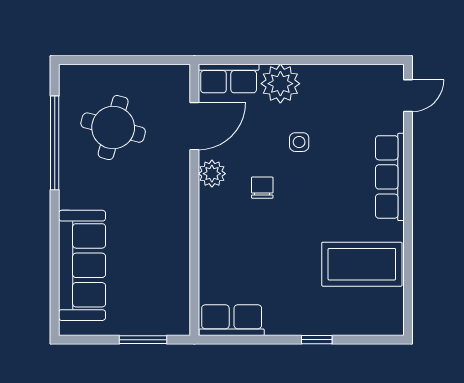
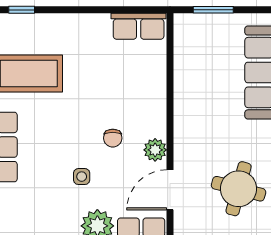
window: (317, 340) -> (22, 10), moved

